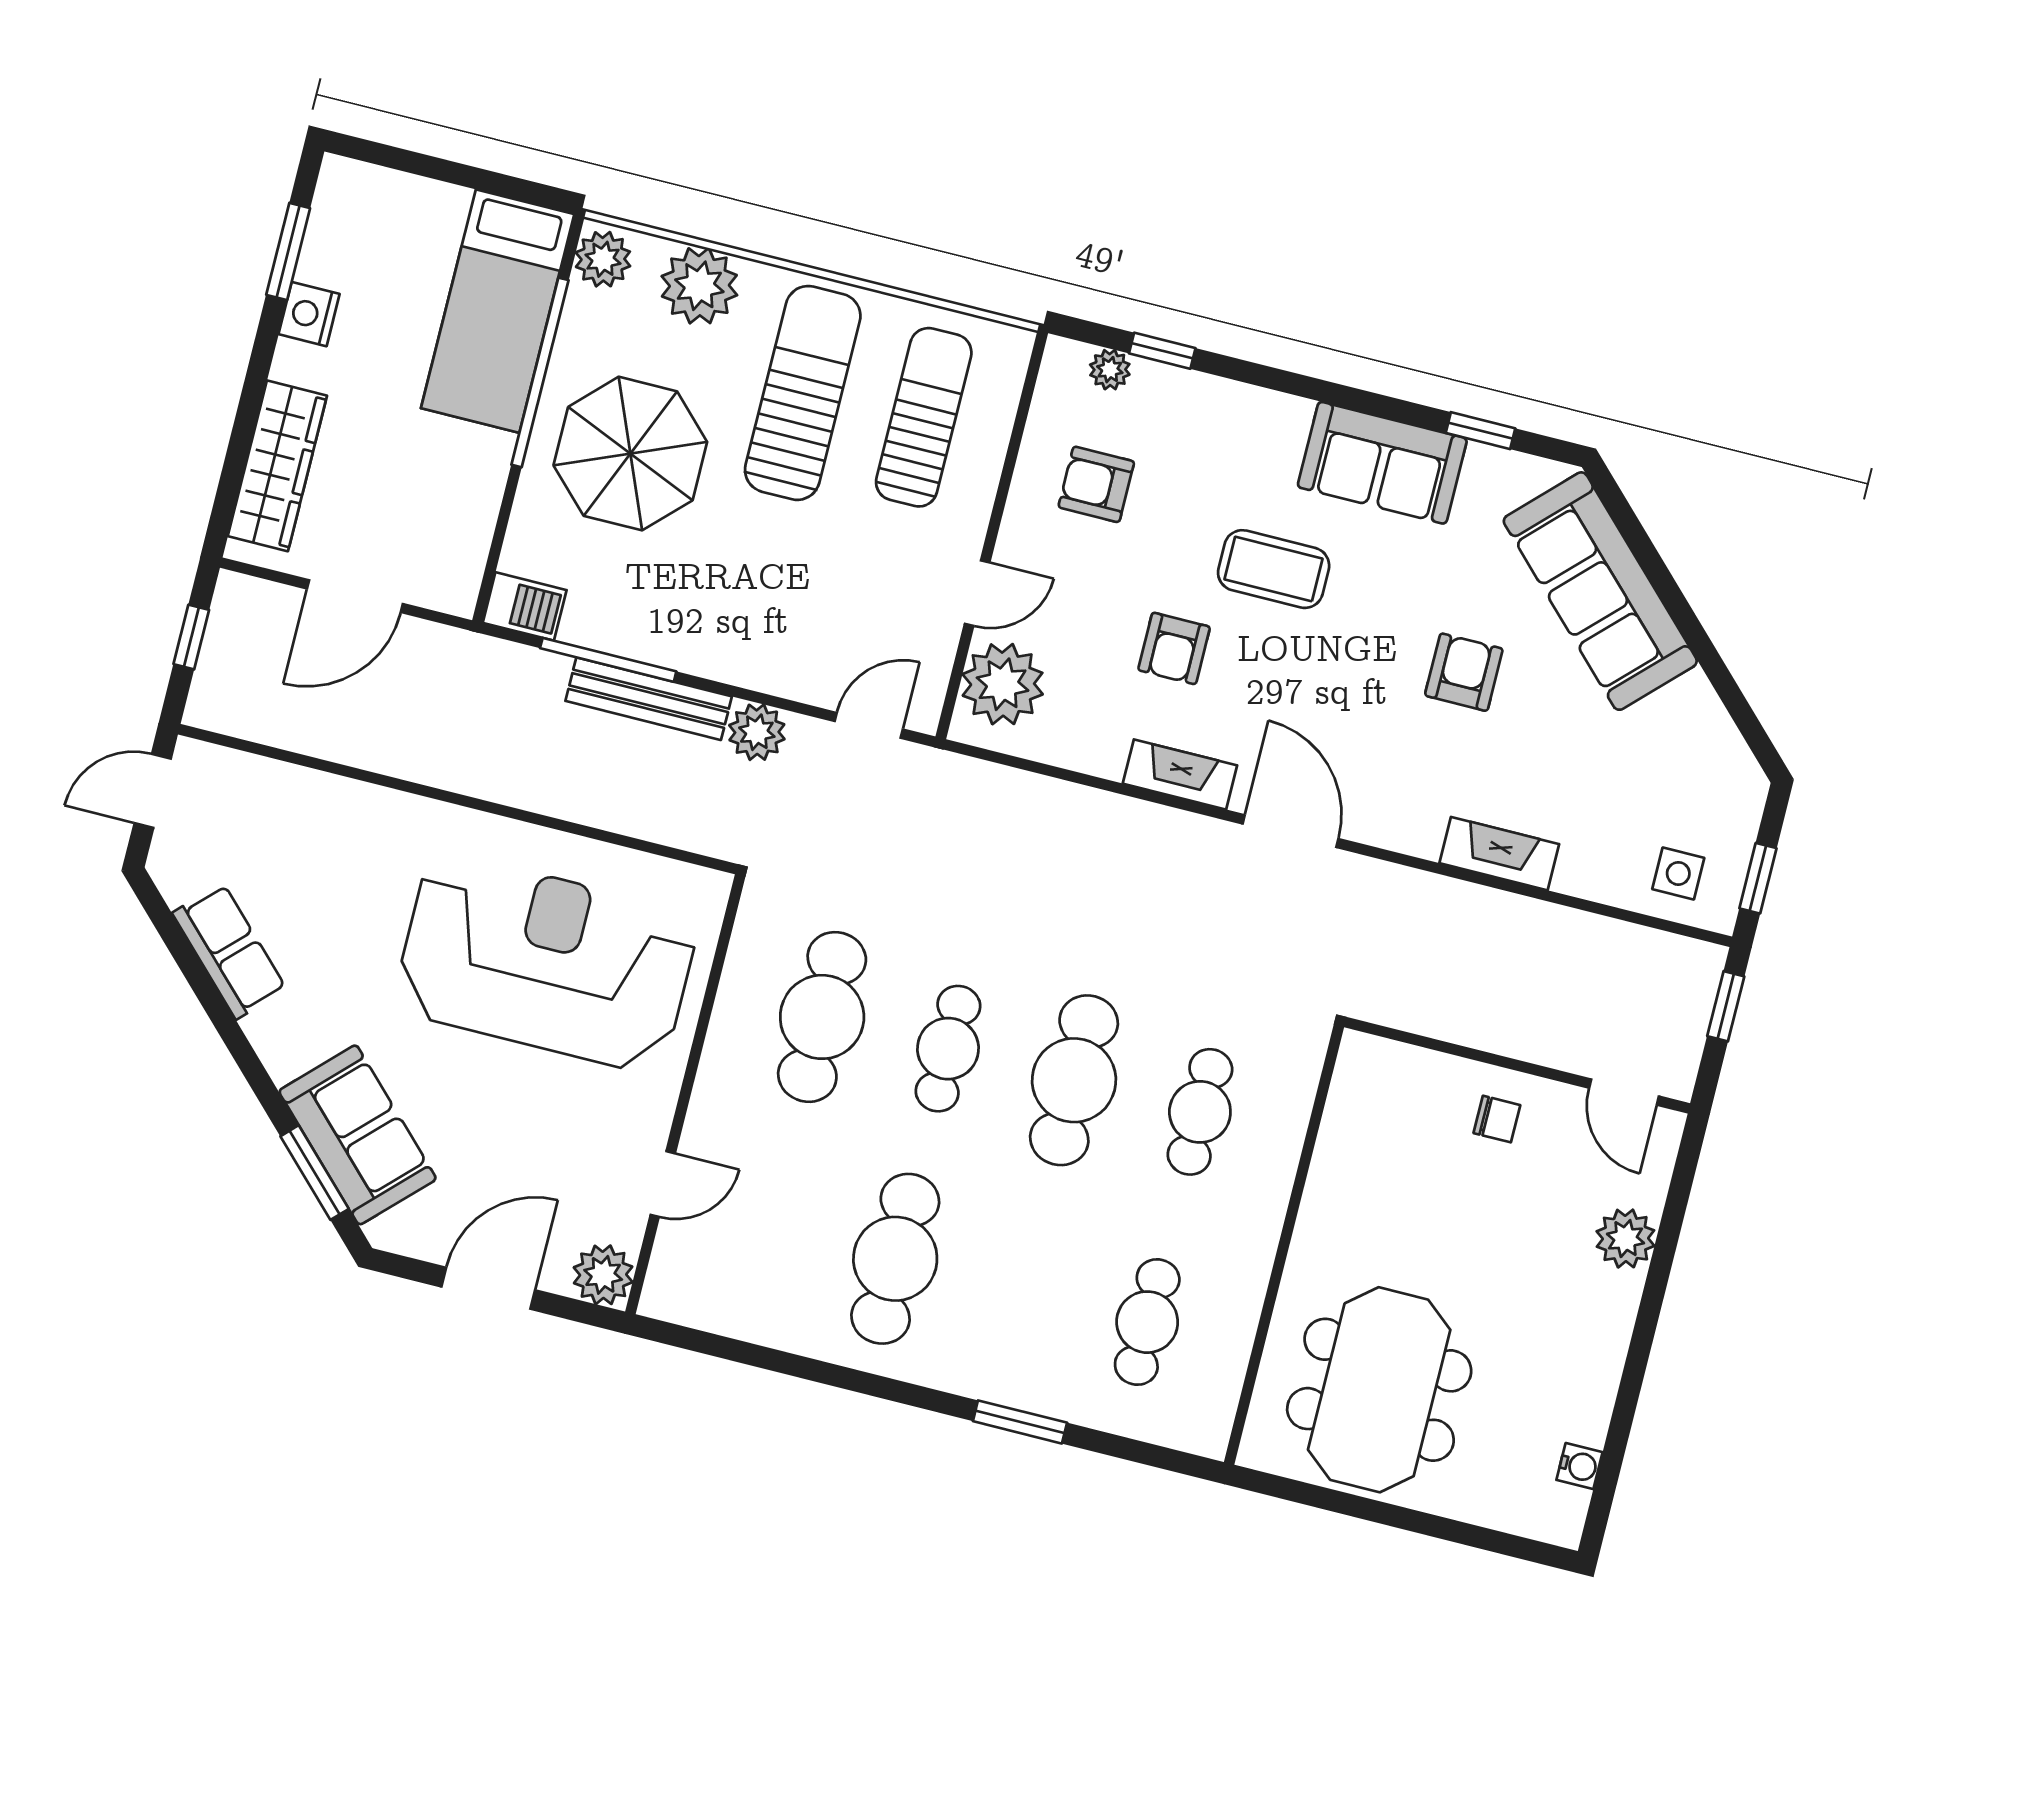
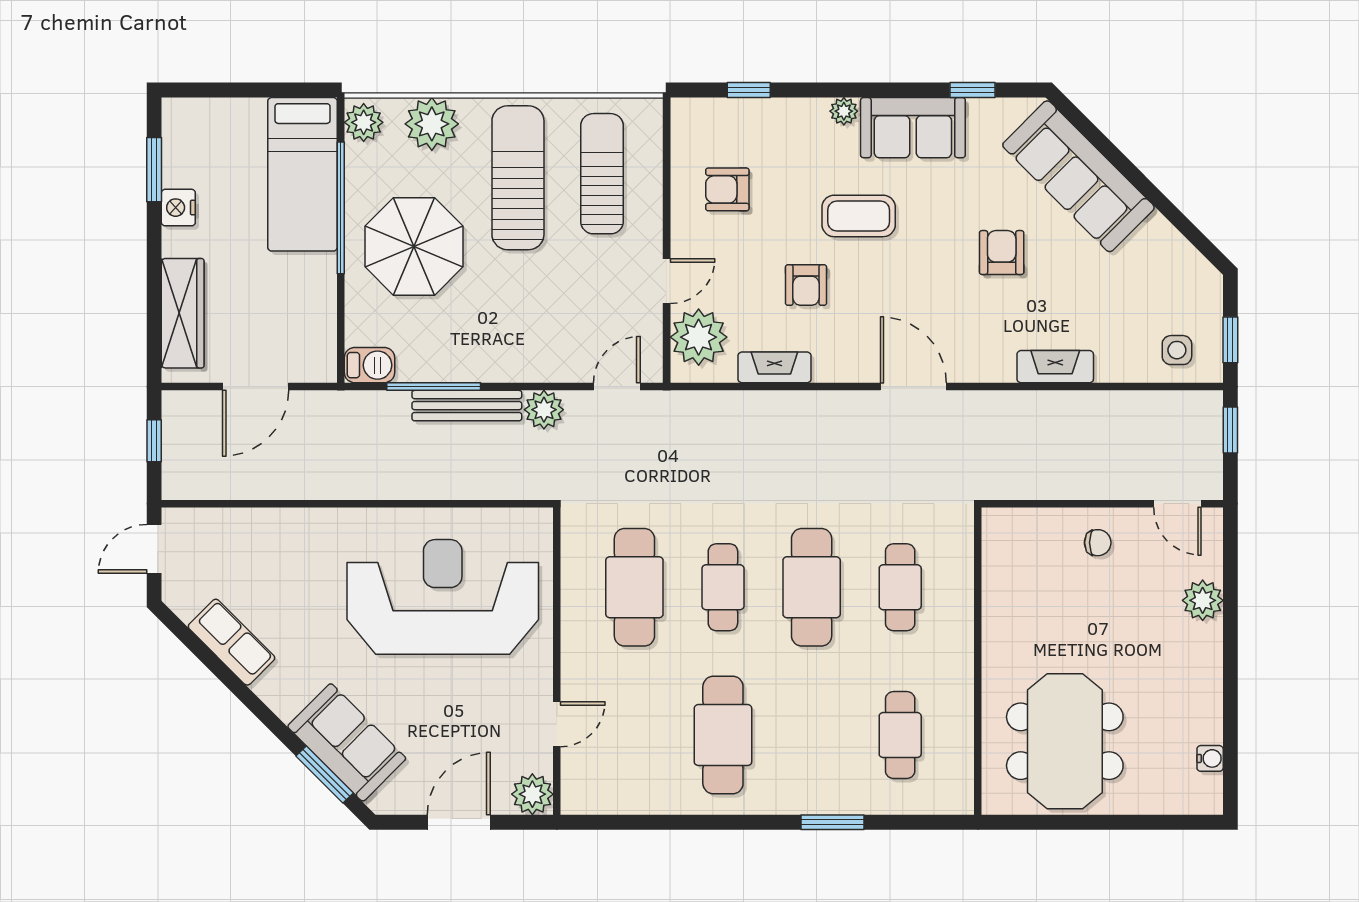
plant: (1110, 370) -> (844, 111), moved
fireplace: (1180, 774) -> (774, 367), moved

